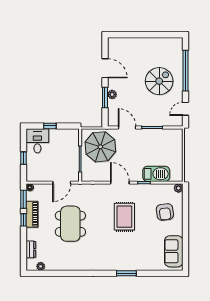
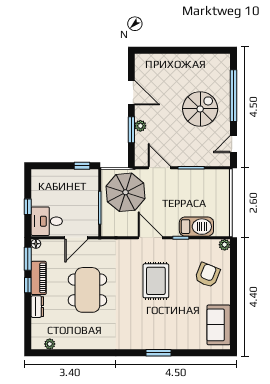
window: (50, 126) -> (82, 166), moved
desk: (37, 141) -> (47, 221), moved, turned -90
armchair: (165, 212) -> (207, 275), turned -151
dresser: (31, 249) -> (37, 307), moved

